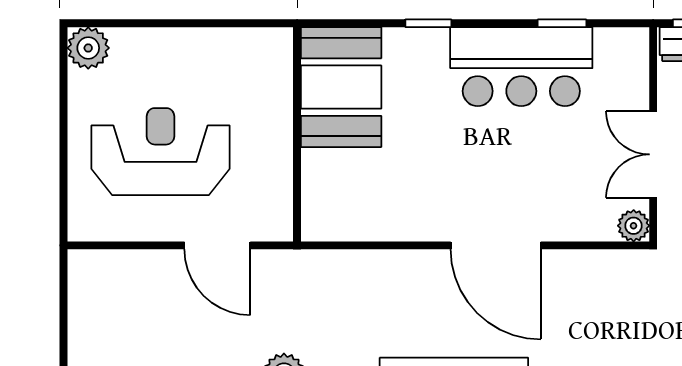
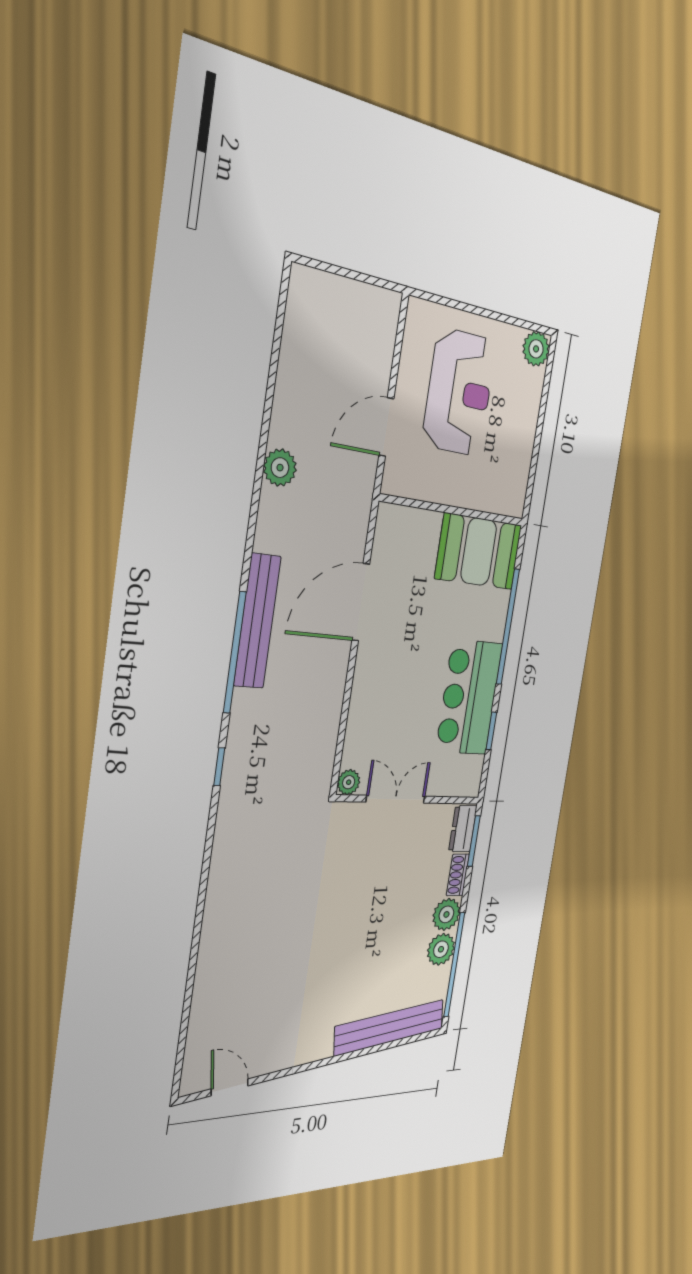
window: (428, 23) -> (508, 627), width x3.17
door: (496, 245) -> (361, 602), moved

